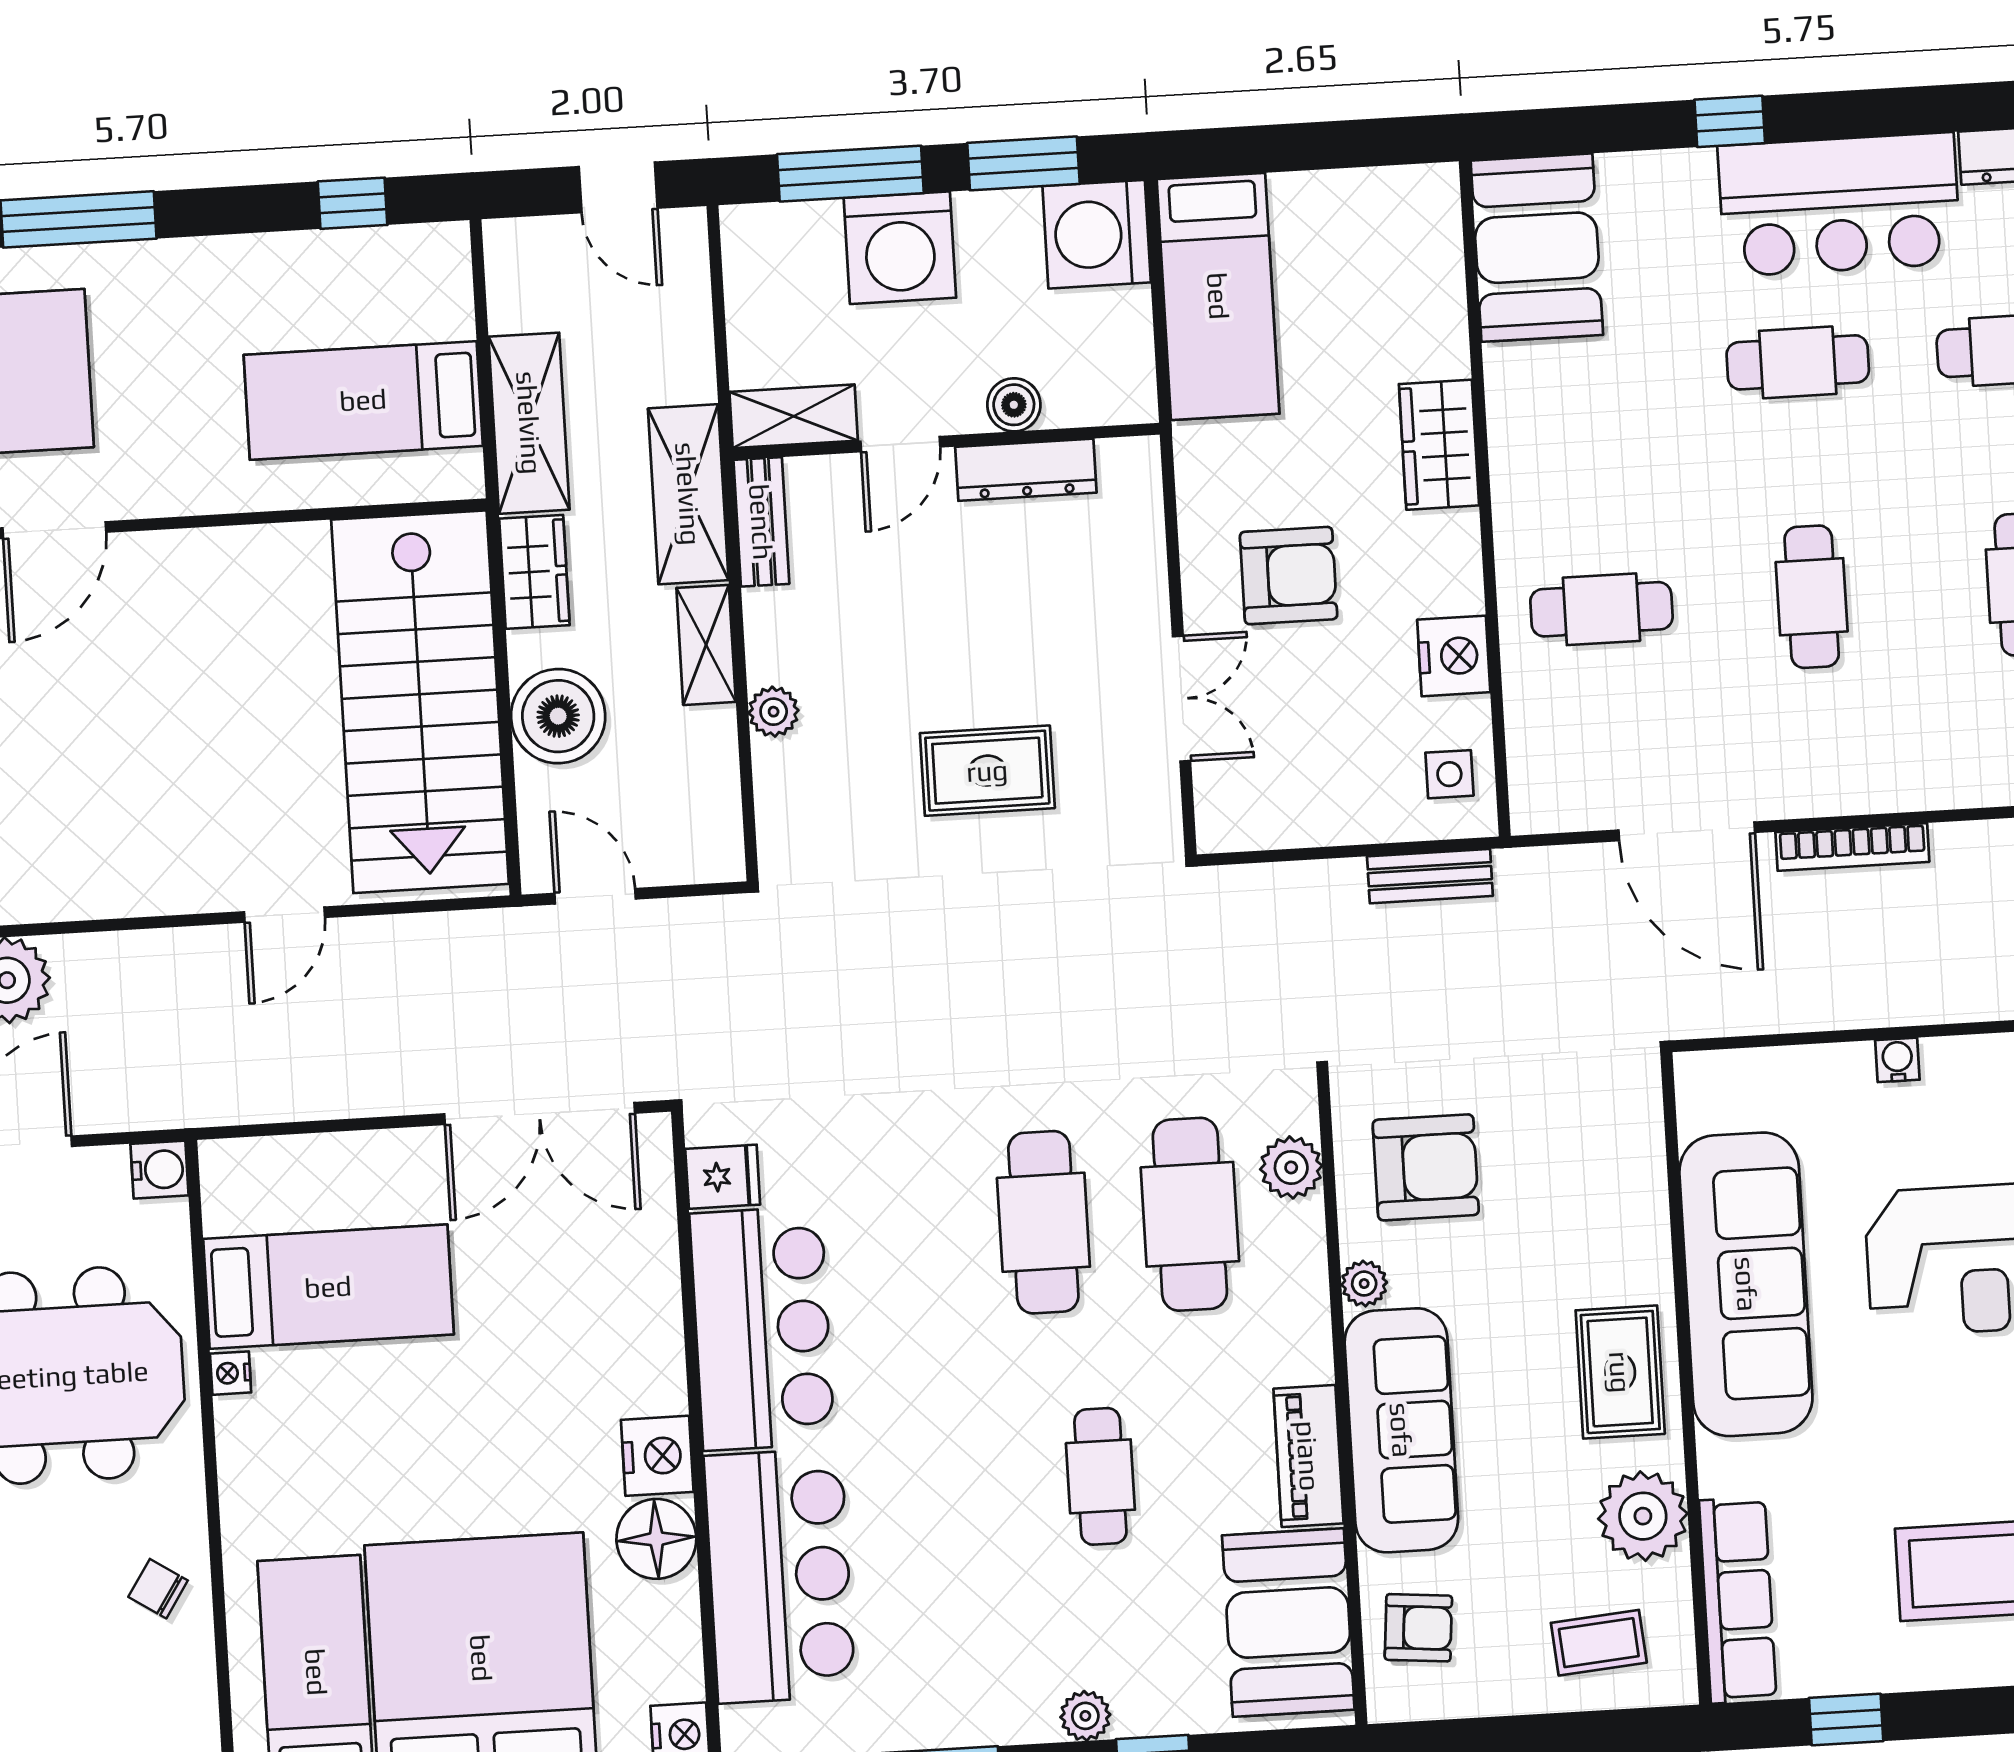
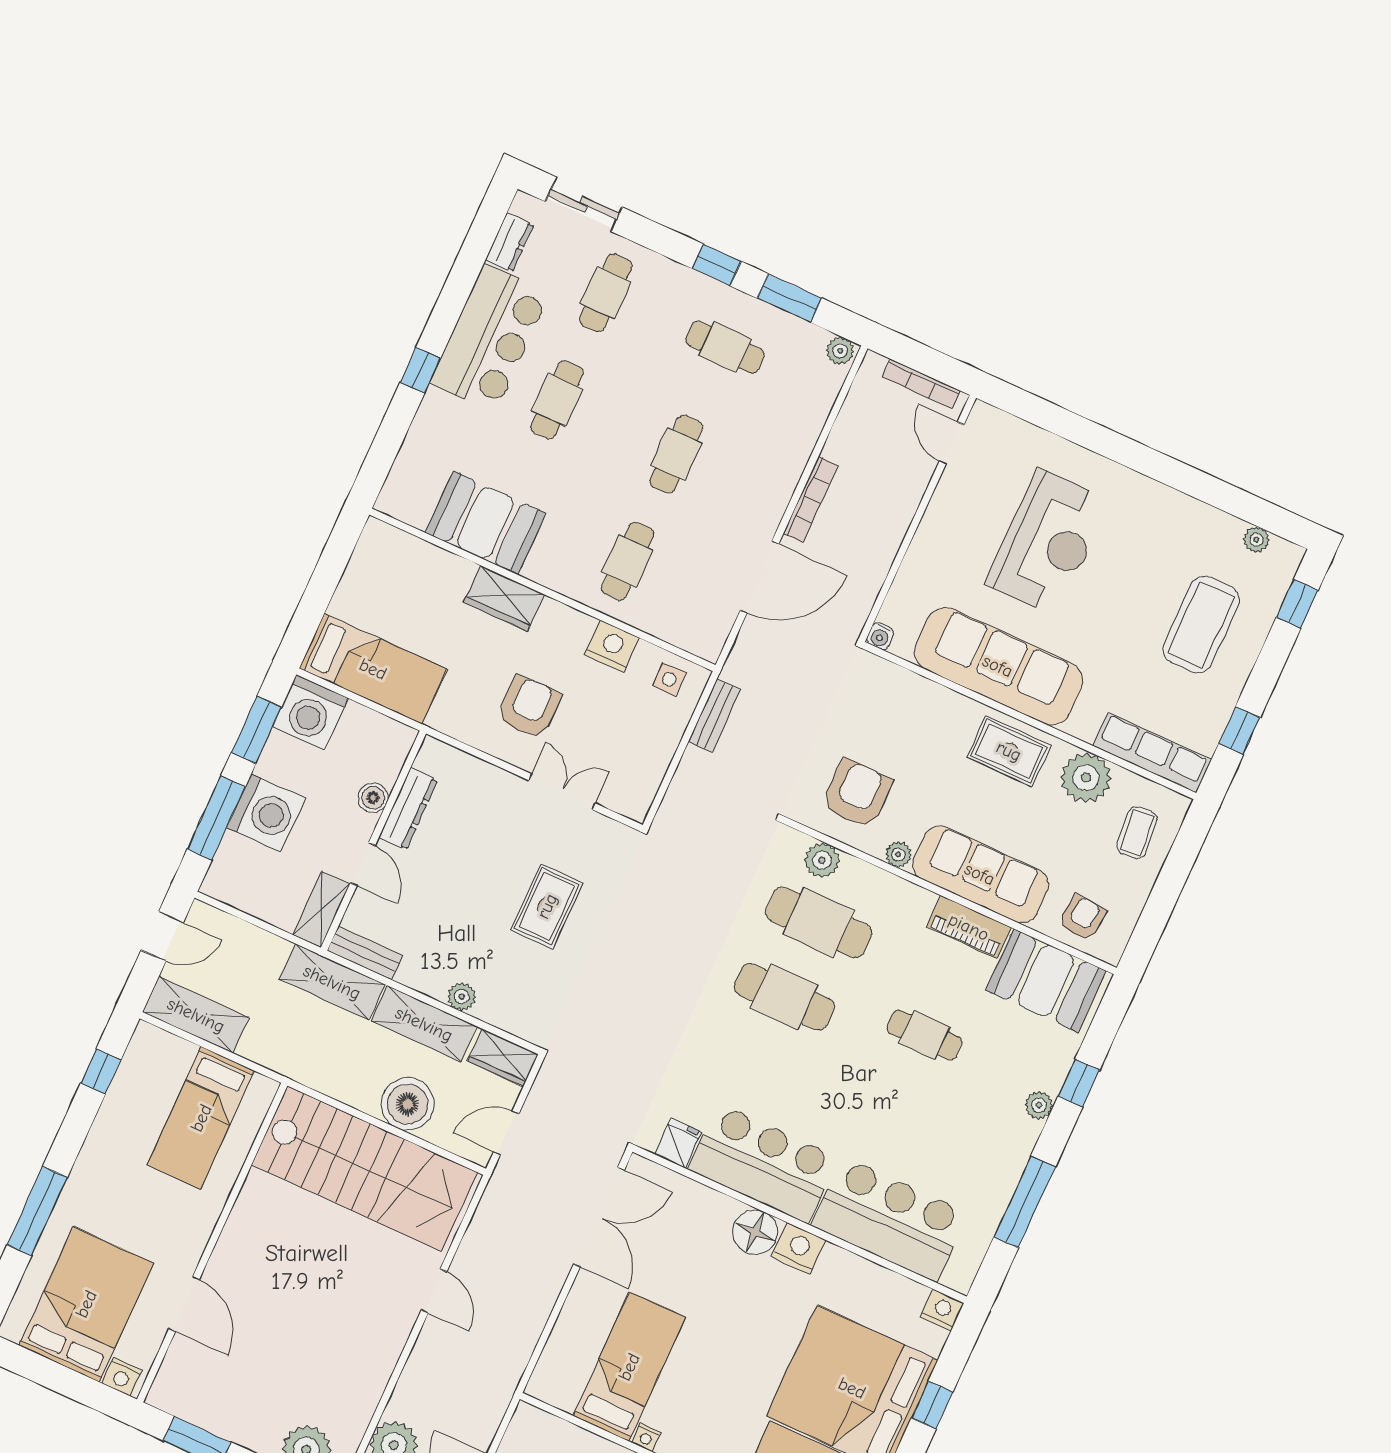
booth: (1537, 248) -> (485, 523), moved
shelving: (529, 423) -> (196, 1015), moved
wardrobe: (534, 572) -> (503, 1058), moved, turned 180
cafe table: (1812, 597) -> (676, 454), turned 90
shelving: (706, 645) -> (424, 1024), width x1.50, depth x1.33
water cooler: (1897, 1060) -> (880, 636), moved, turned -90
water cooler: (160, 1170) -> (527, 1419), removed
floor lamp: (656, 1539) -> (755, 1232), moved

